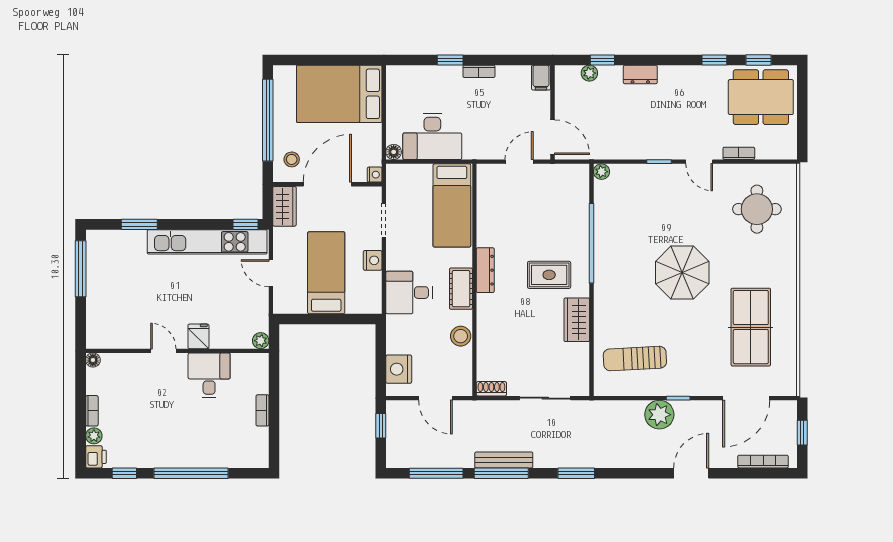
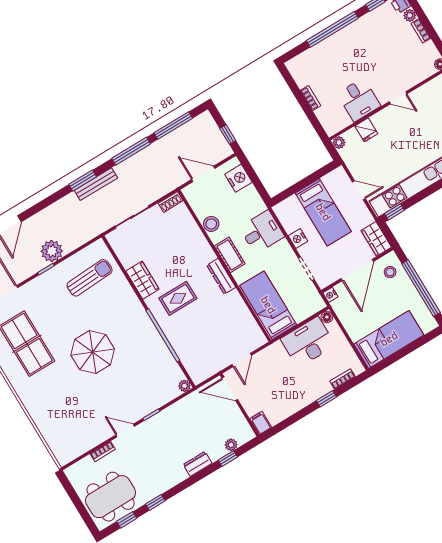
bookcase: (479, 71) -> (342, 379), moved
bed: (339, 94) -> (389, 339), width x0.67
round table: (757, 209) -> (69, 422), removed
fridge: (198, 336) -> (366, 130), moved
bench: (504, 460) -> (96, 184), moved

